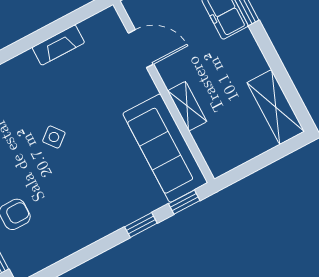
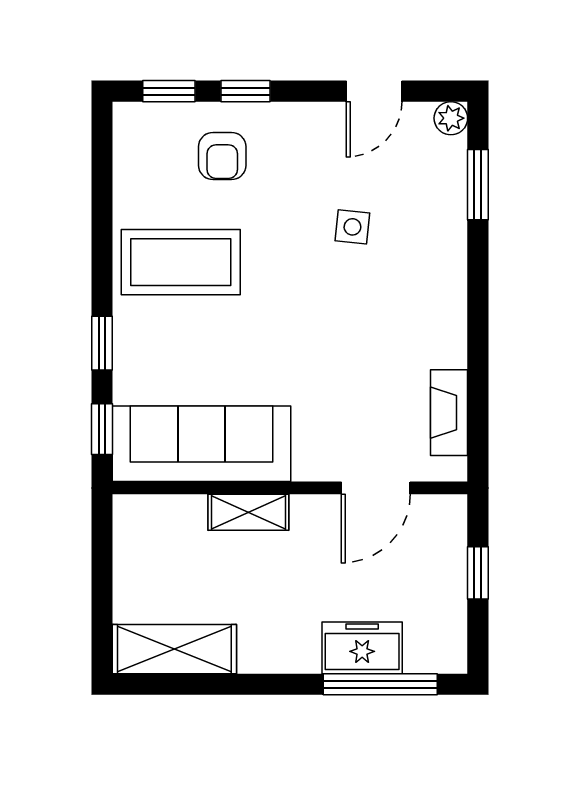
fireplace: (58, 45) -> (449, 413), moved
side table: (54, 137) -> (352, 227), moved, turned 45
coffee table: (79, 207) -> (181, 262), added

